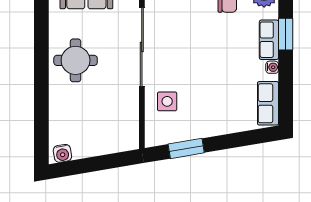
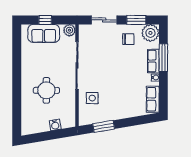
window: (286, 34) -> (163, 58), width x1.44
round table: (76, 60) -> (46, 90), moved
water cooler: (62, 153) -> (55, 125), moved

